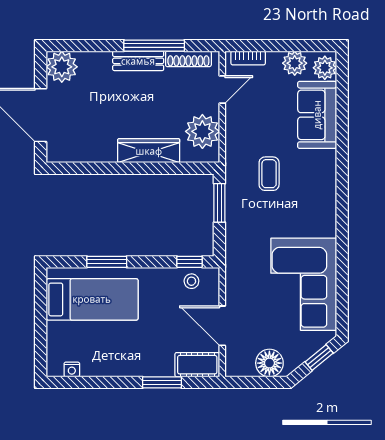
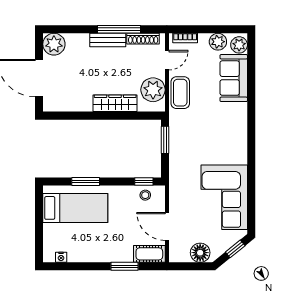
coffee table: (269, 174) -> (180, 93), moved, width x1.36, depth x1.30

